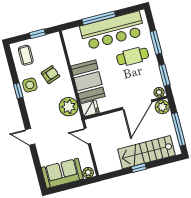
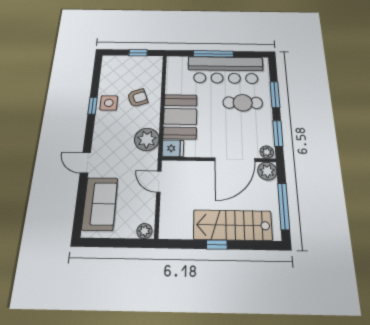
coffee table: (26, 55) -> (117, 71), removed
sofa: (62, 173) -> (100, 204), moved, turned 90

